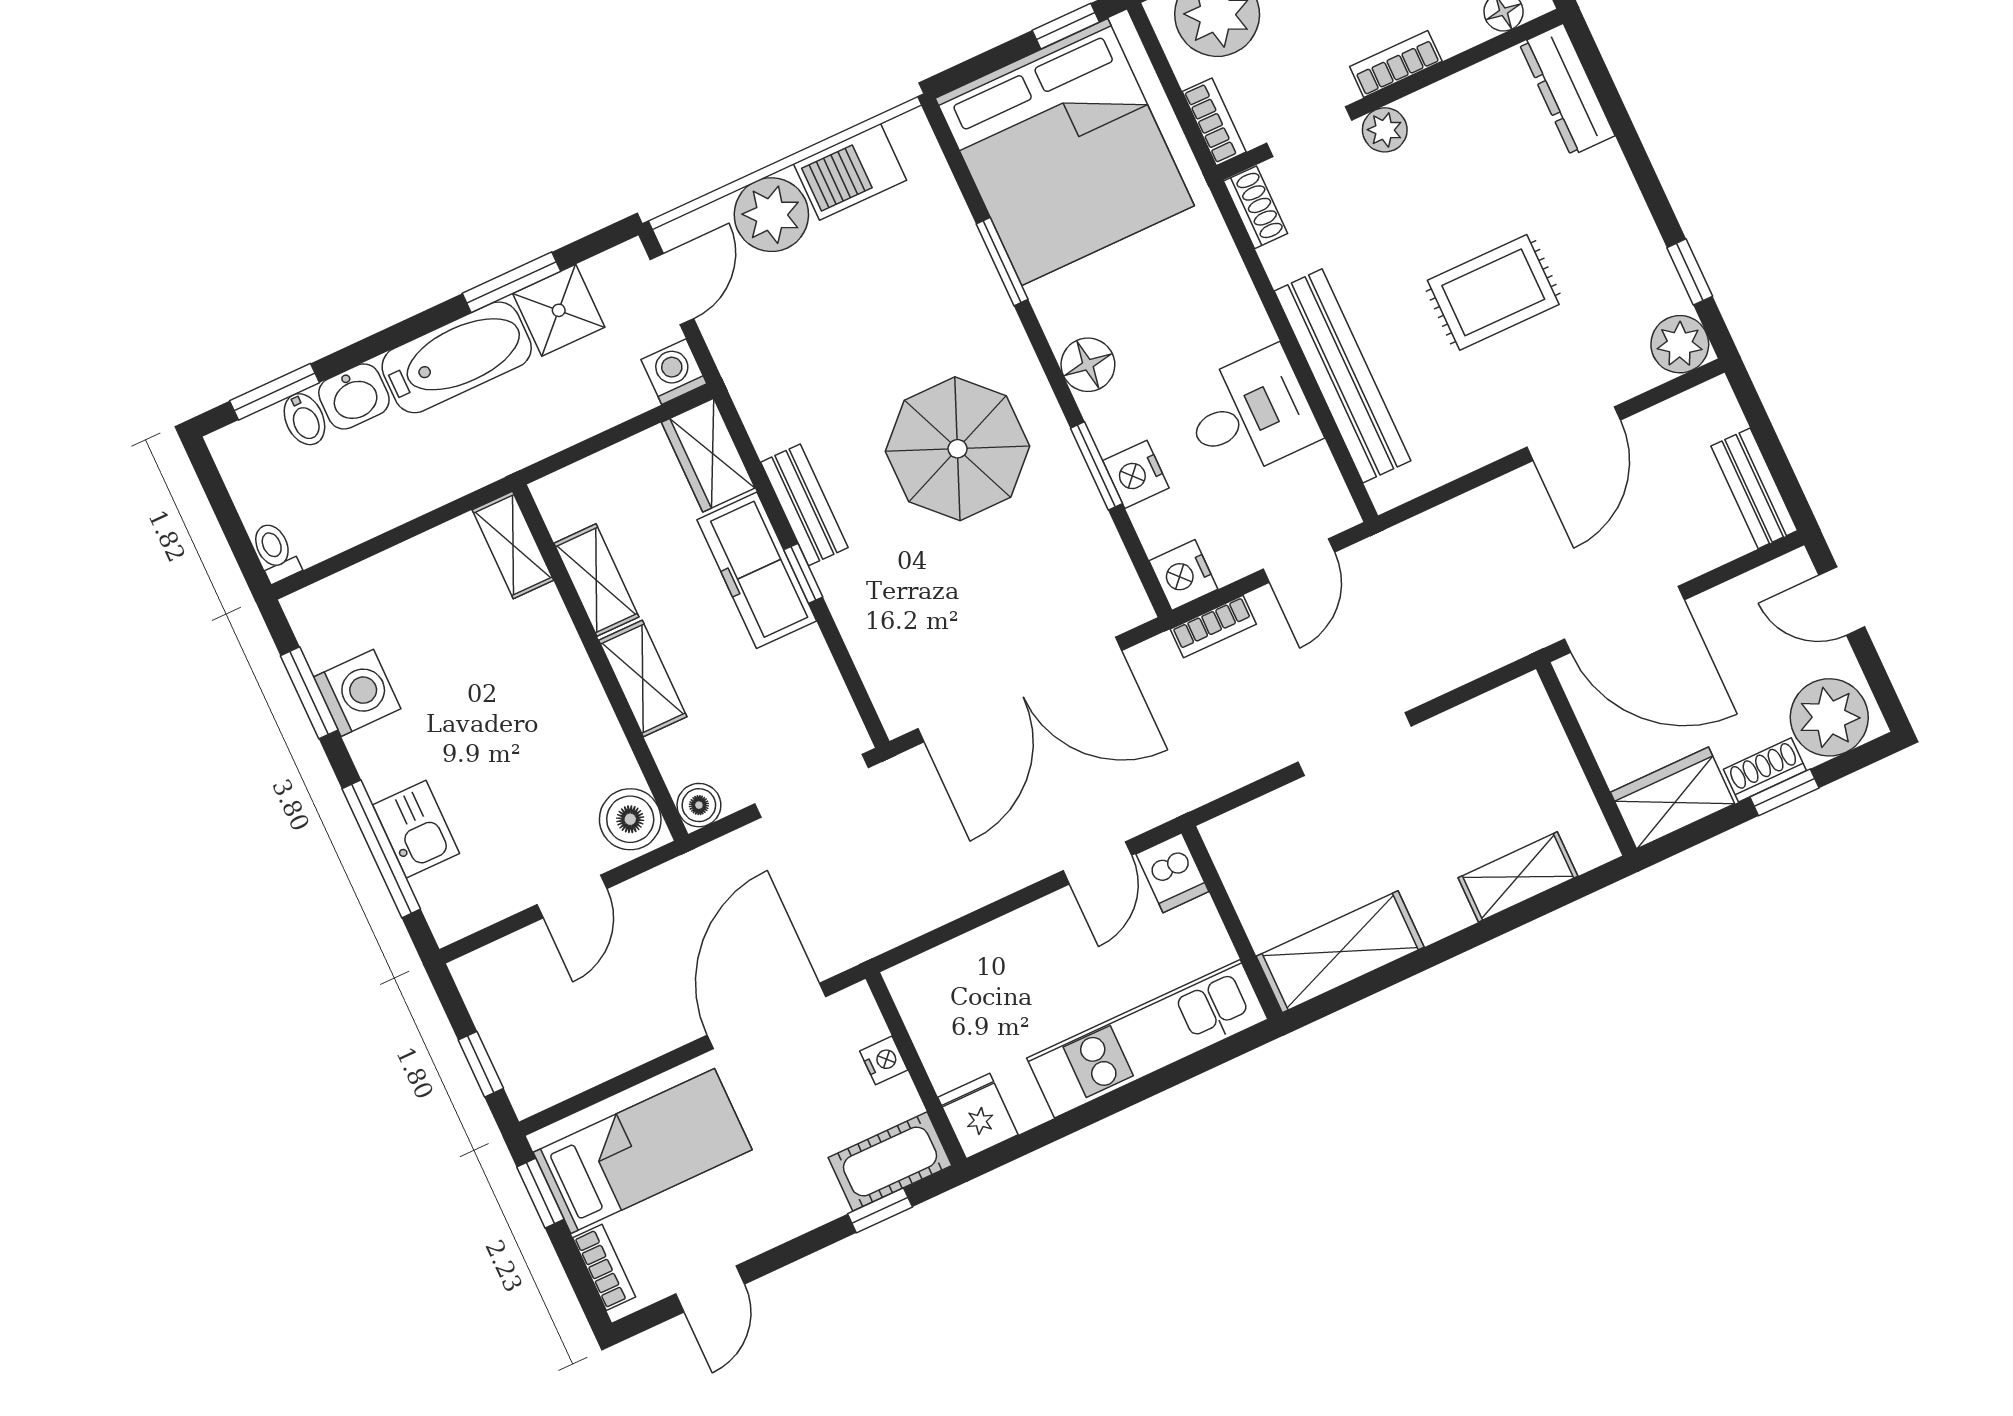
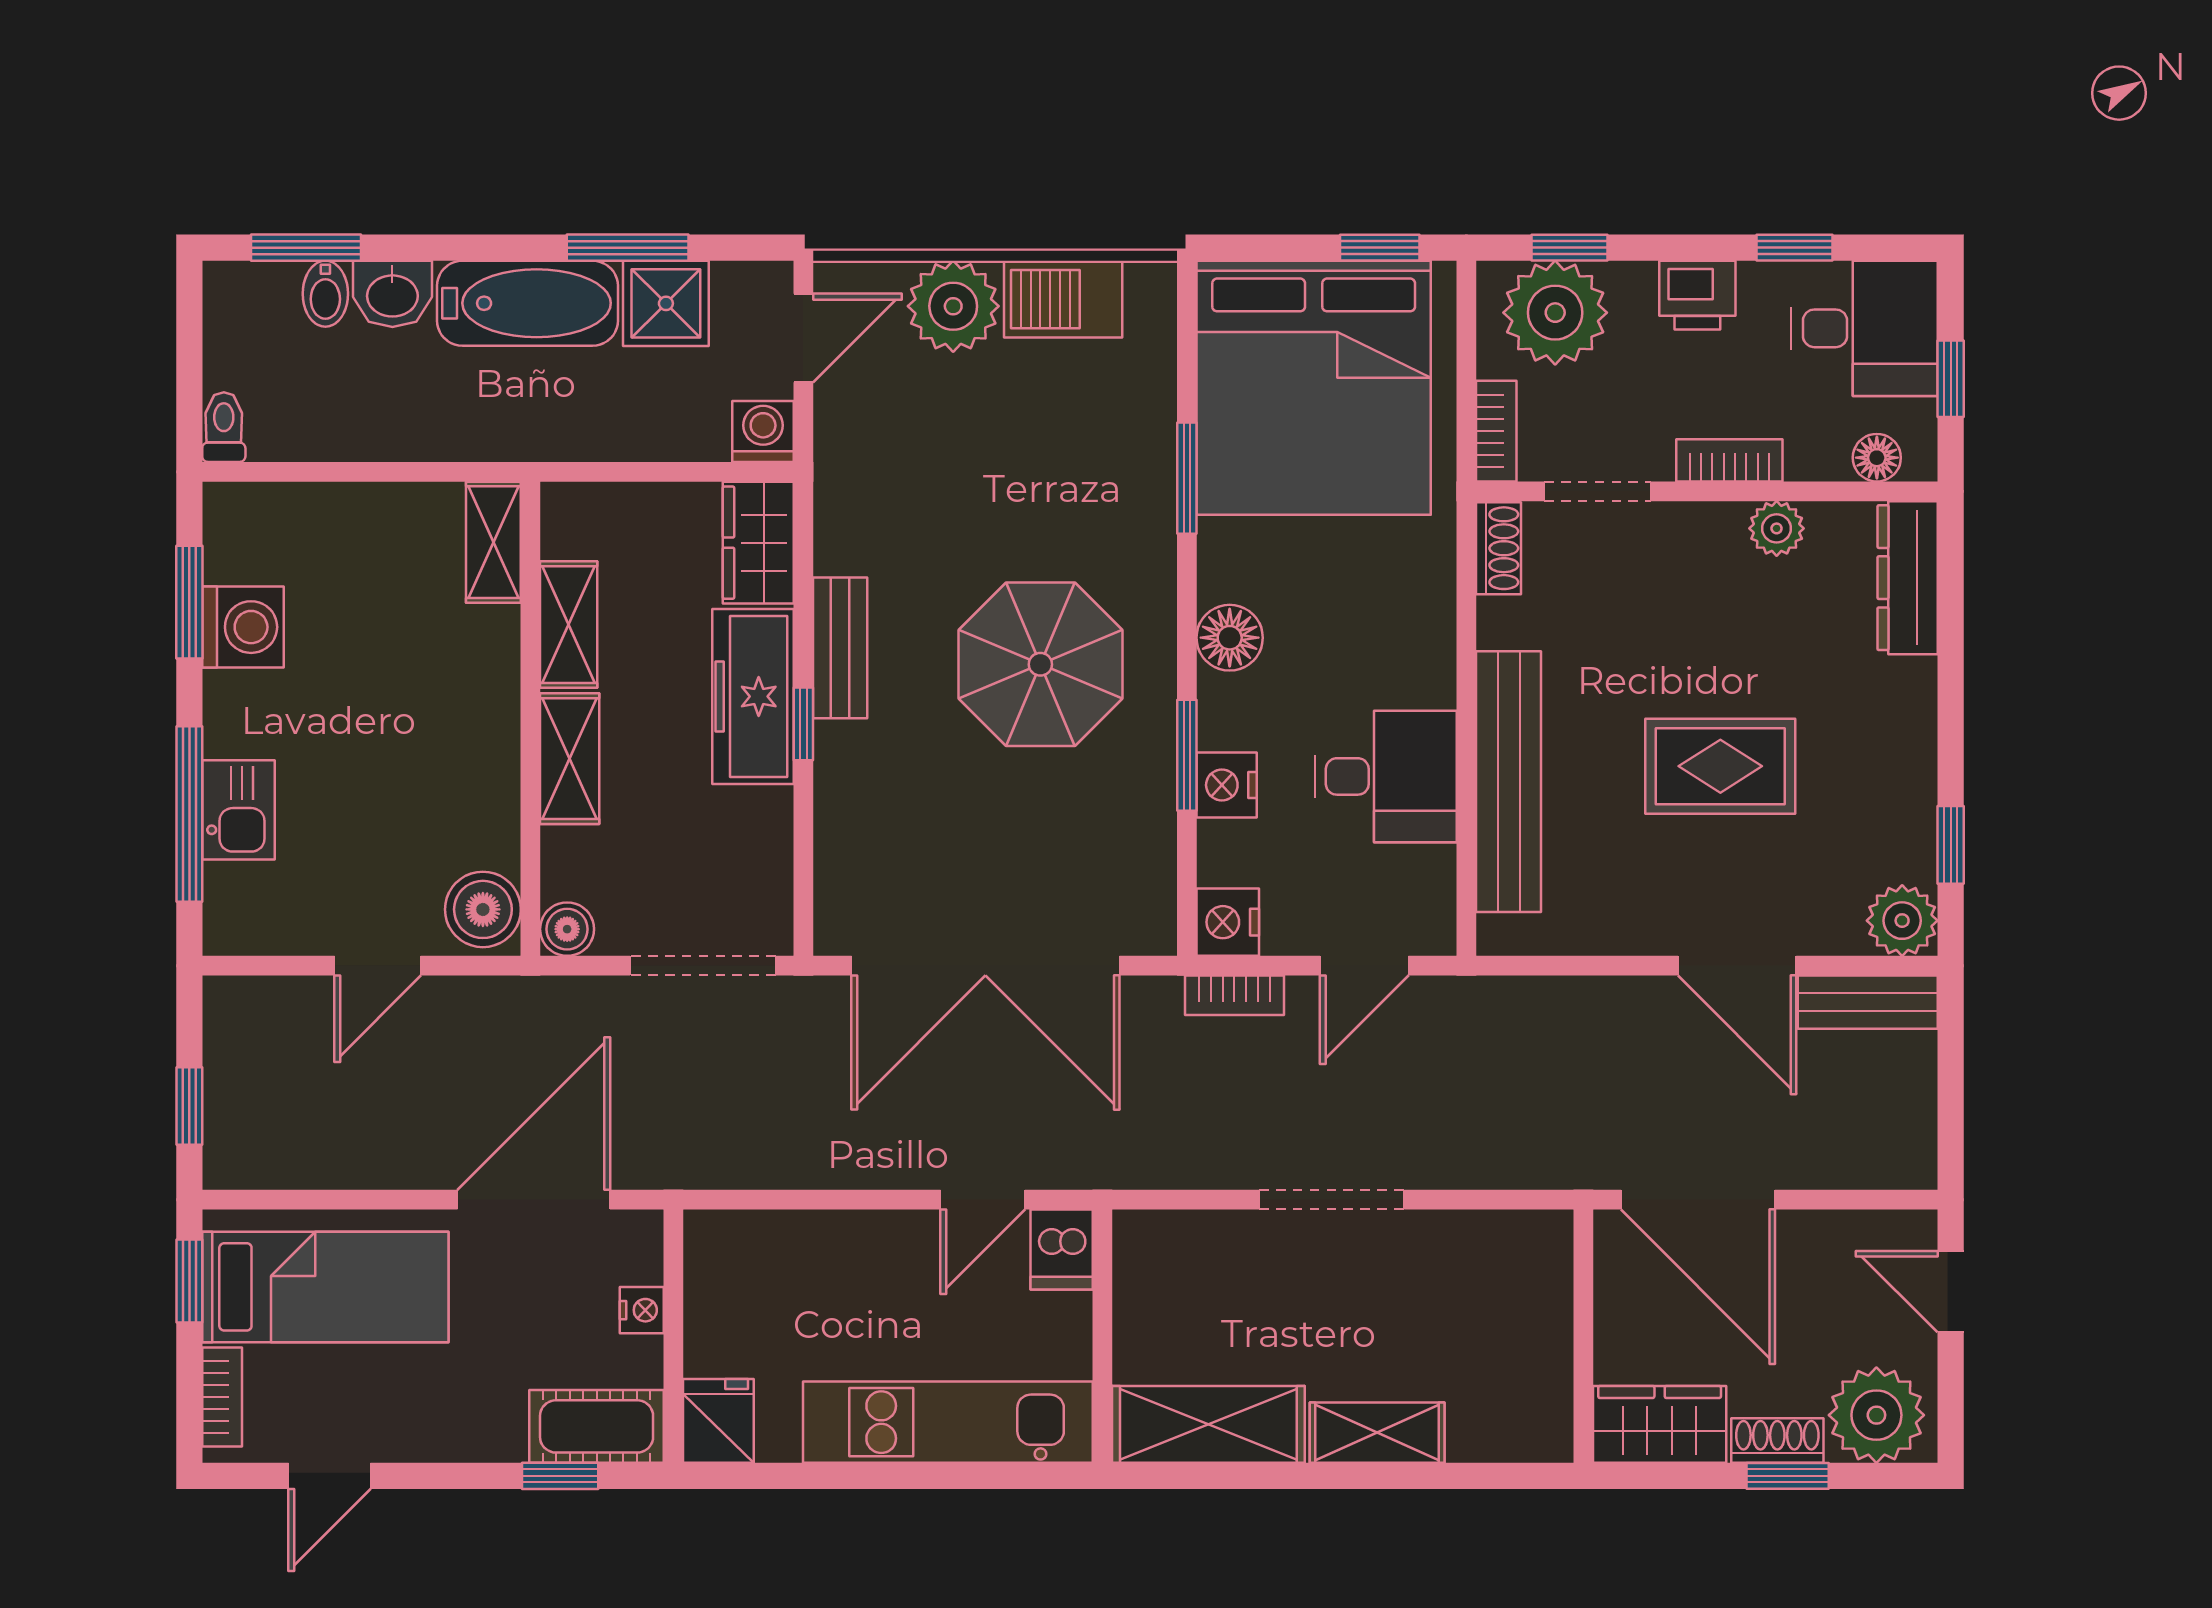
plant: (1385, 130) -> (1777, 528), moved
door: (1574, 434) -> (1737, 966), hinge flipped
bench: (1754, 488) -> (1868, 1002), moved, turned 90
shelving: (1518, 877) -> (1377, 1433), moved

